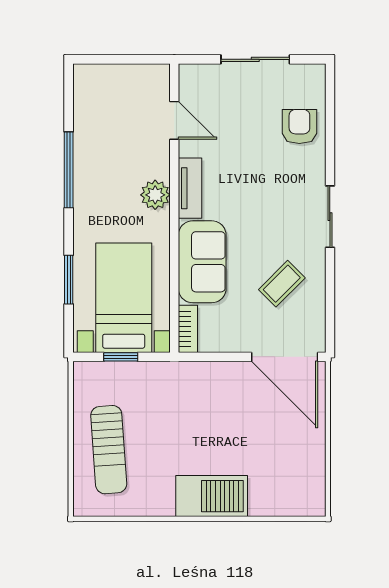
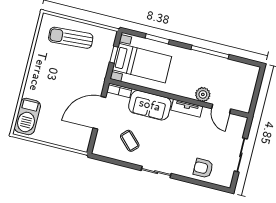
door: (174, 120) -> (221, 109), hinge flipped
armchair: (299, 127) -> (203, 168), turned 180
plant: (155, 195) -> (203, 94), moved
door: (285, 357) -> (99, 113), moved
barbecue: (212, 496) -> (27, 116), moved

